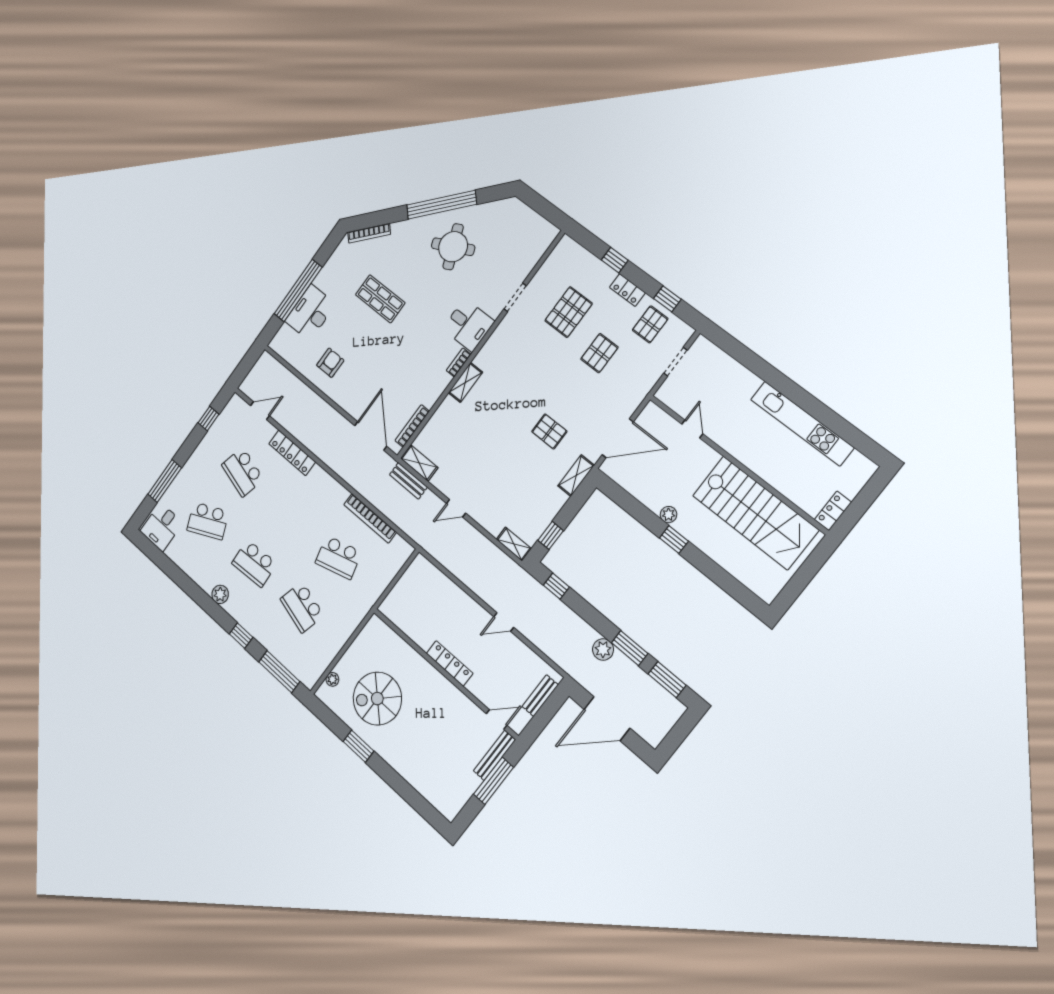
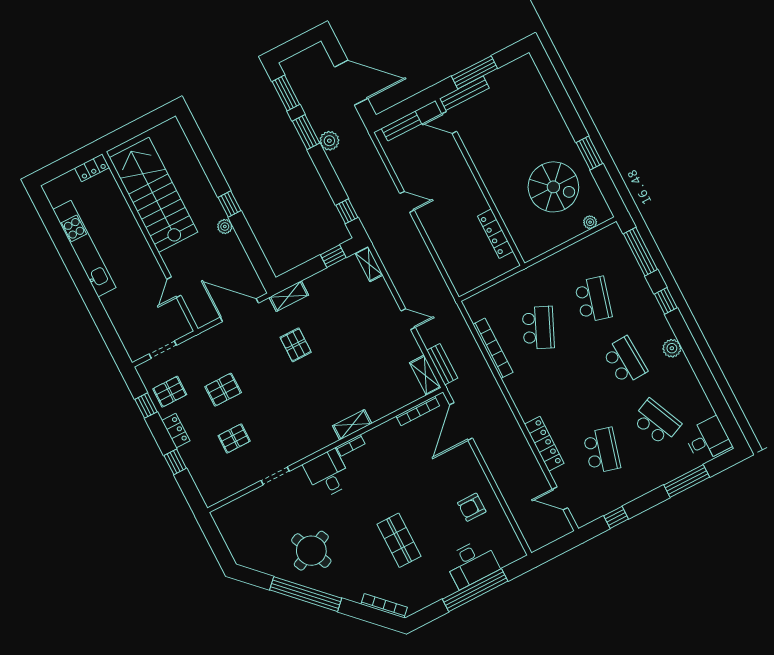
pallet: (569, 312) -> (234, 438), width x0.67, depth x0.71
school desk: (338, 557) -> (538, 328), turned 39
locker: (450, 663) -> (495, 234), moved

